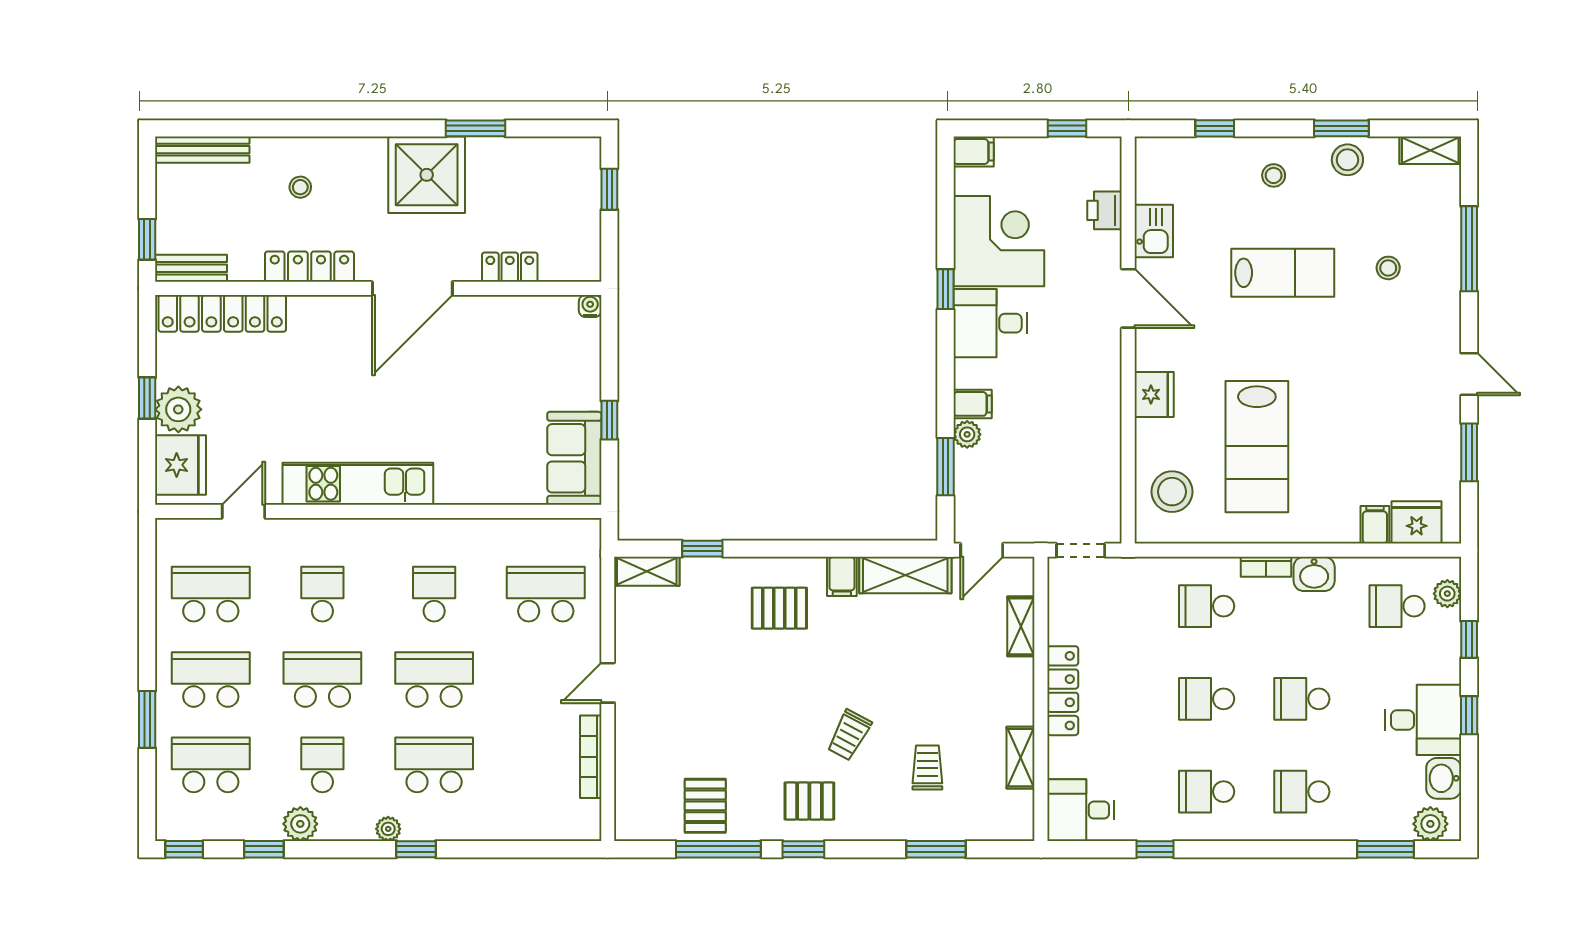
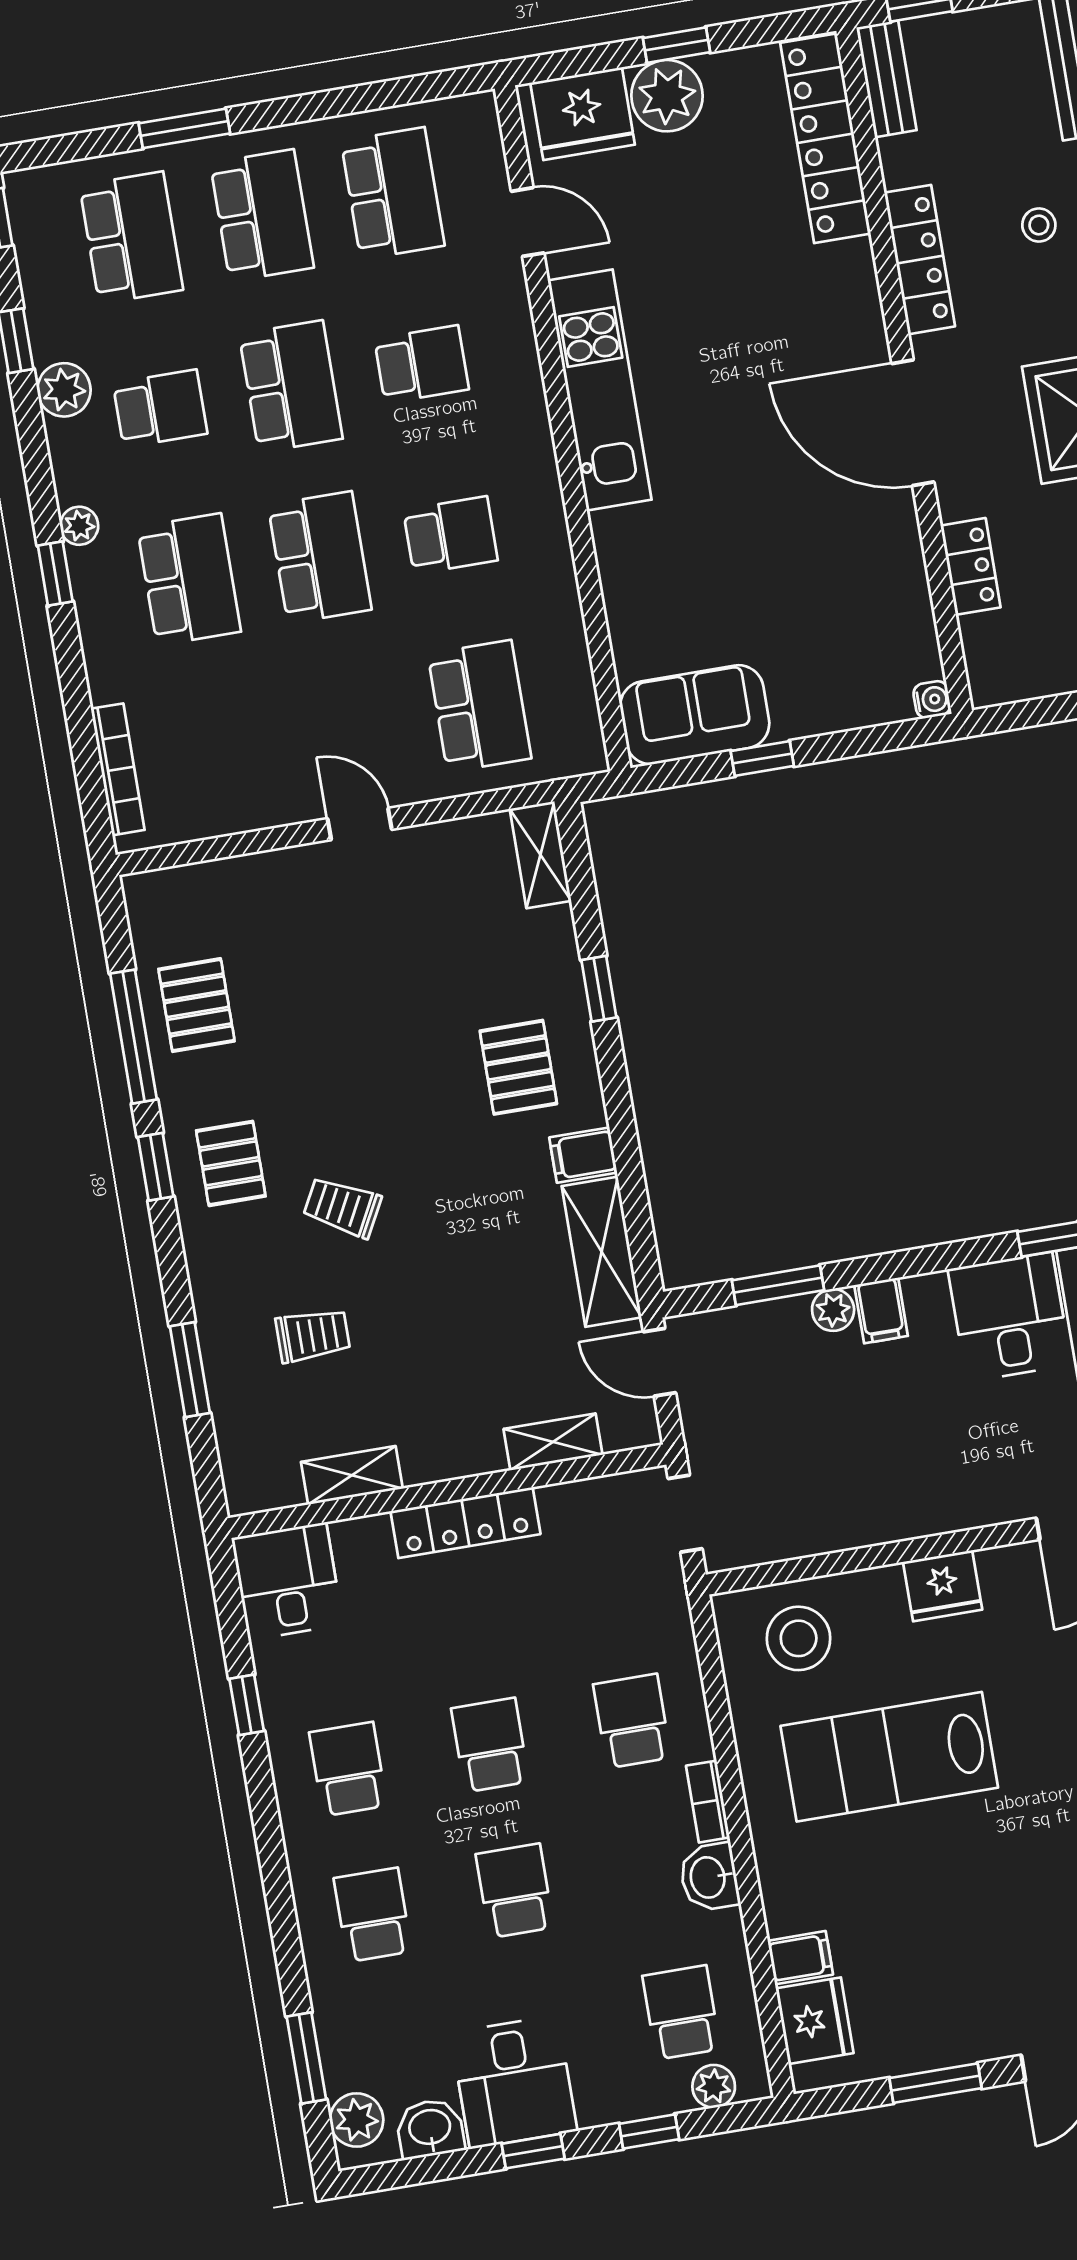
window: (702, 549) -> (599, 989), moved
bookcase: (591, 757) -> (118, 769), moved, turned 90
pallet: (705, 806) -> (197, 1005), turned 90

